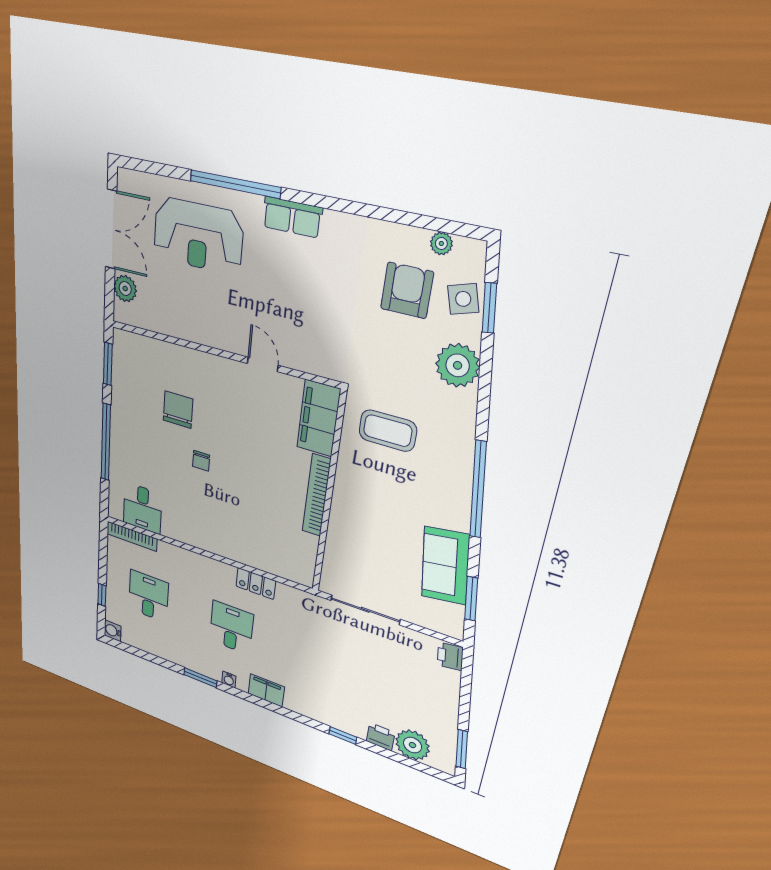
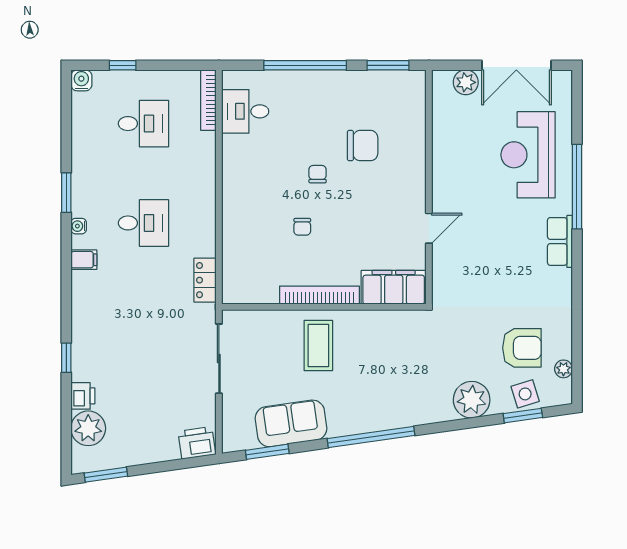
coffee table: (388, 431) -> (318, 345), moved
chair: (201, 461) -> (318, 174), turned 90
chair: (248, 491) -> (302, 227), added
locker: (256, 584) -> (205, 280), moved
printer: (450, 656) -> (197, 443), width x1.36, depth x1.24
filing cabinet: (266, 690) -> (84, 260), width x0.50

